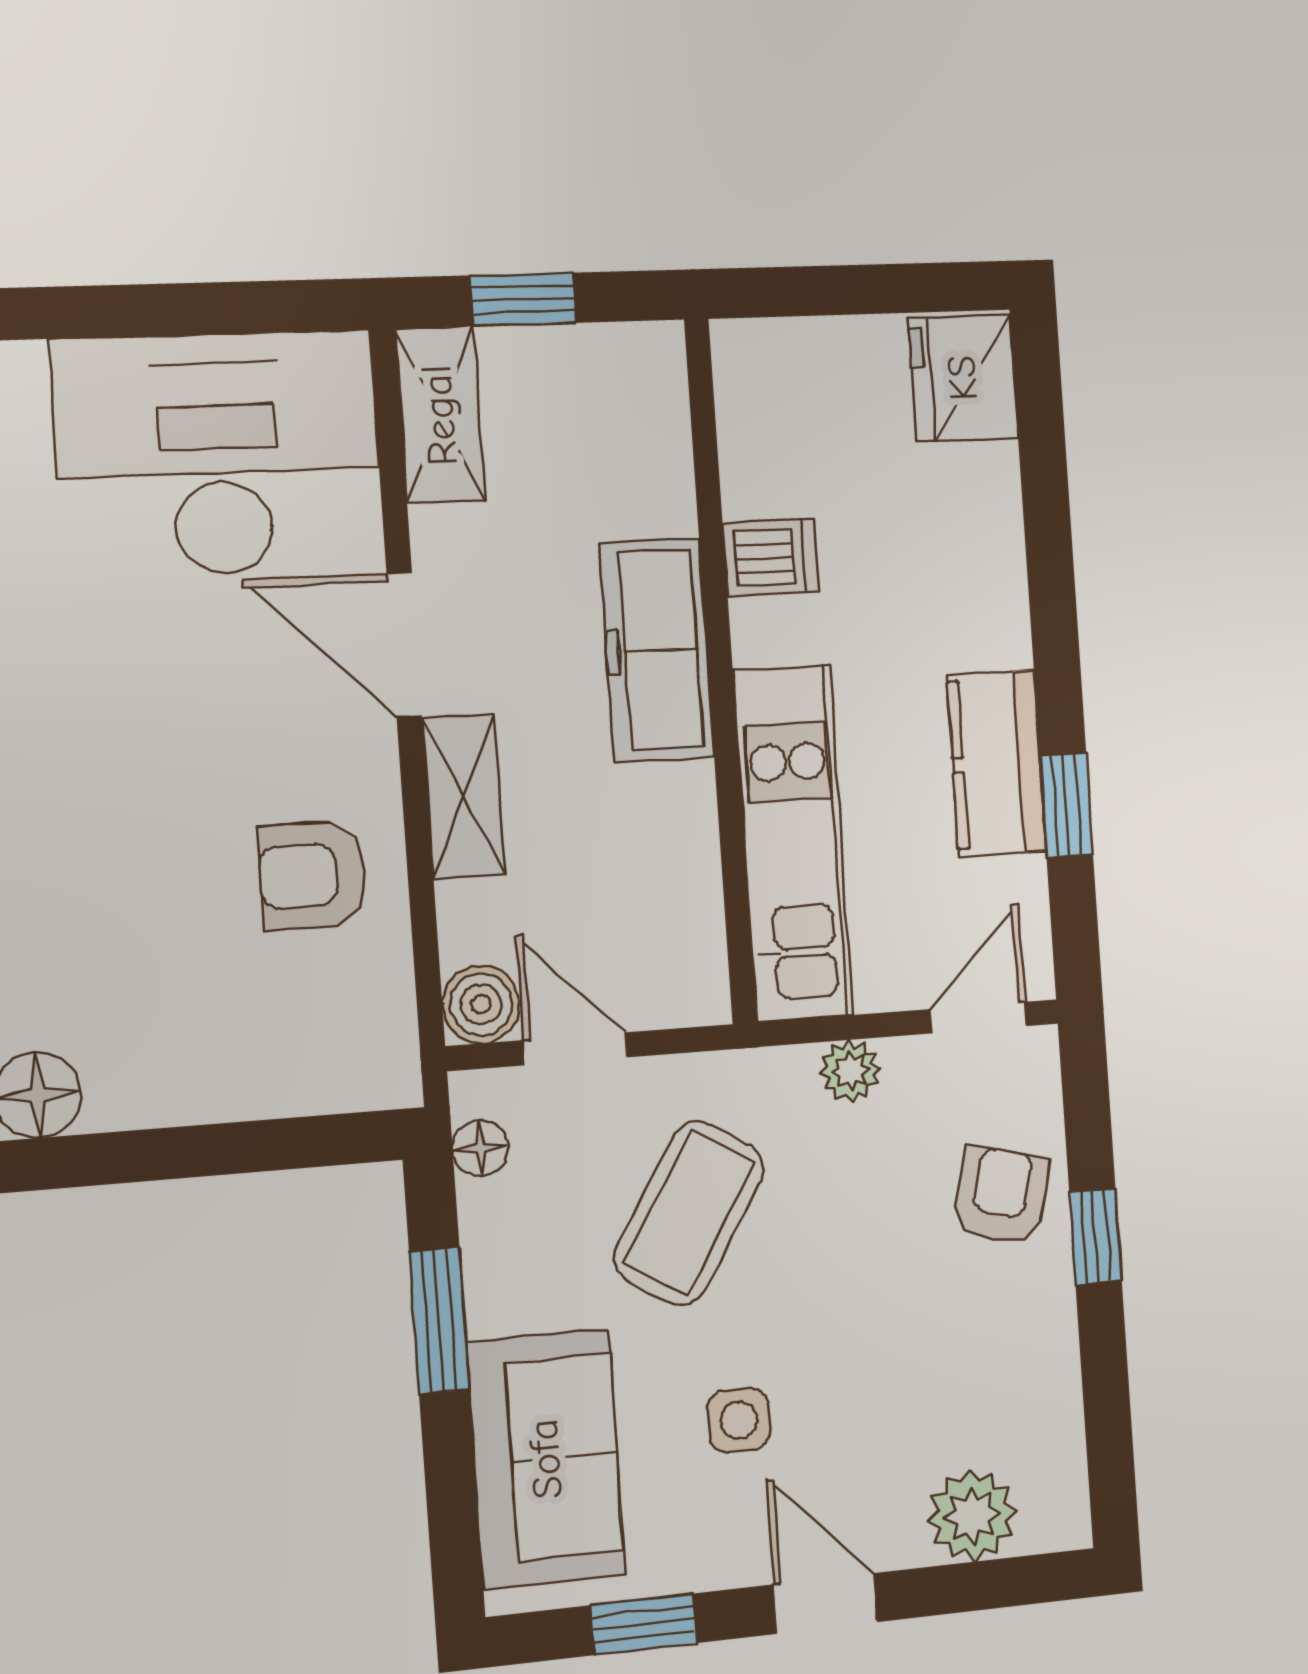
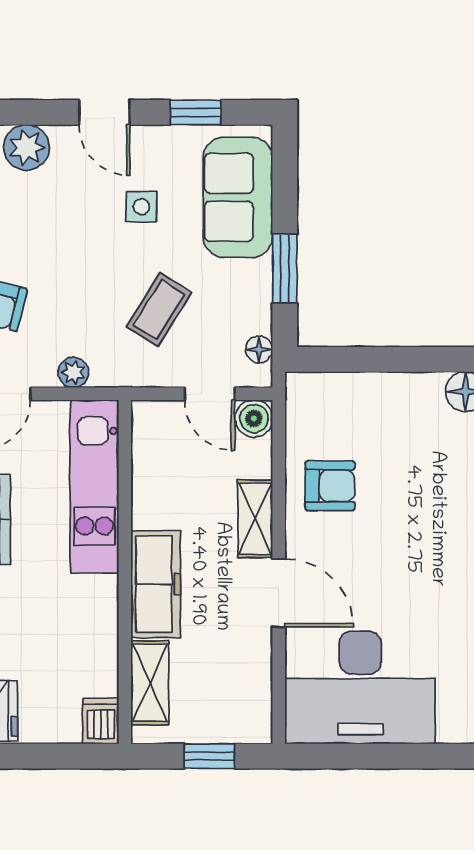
shelving: (440, 415) -> (150, 683), moved
dishwasher: (771, 558) -> (101, 721), moved, turned 90
coffee table: (689, 1213) -> (159, 310), width x0.73, depth x0.77

